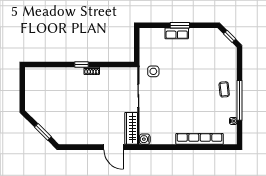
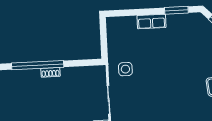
window: (180, 25) -> (176, 10), moved
window: (82, 64) -> (38, 65), width x3.17

